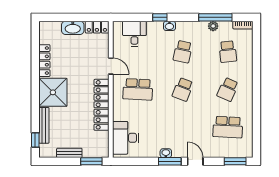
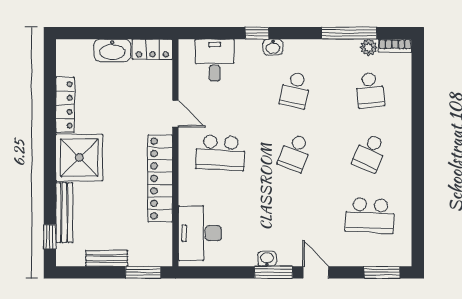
plant: (213, 26) -> (369, 47), moved

